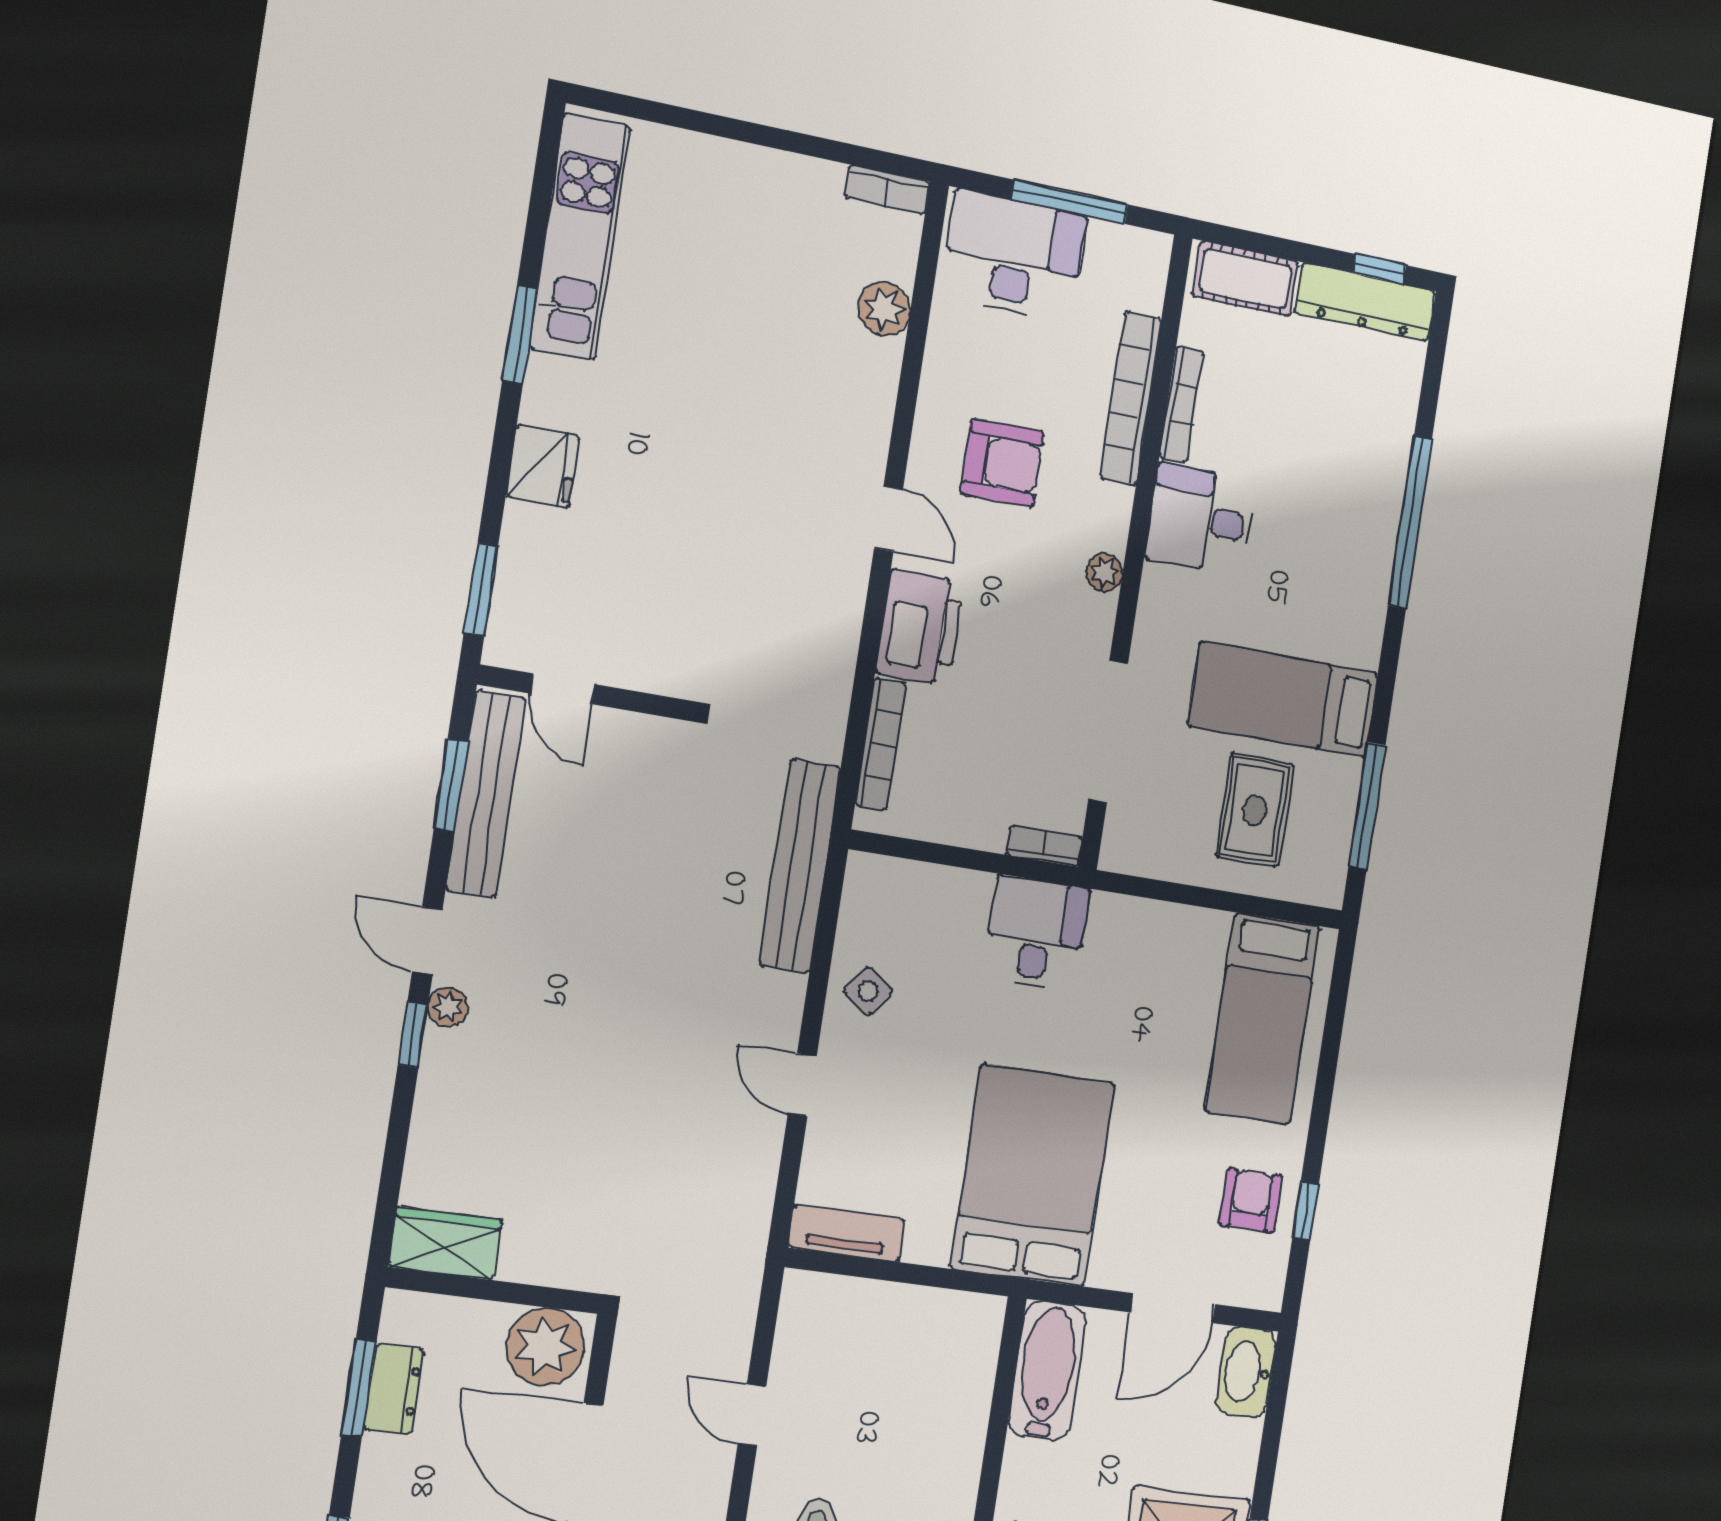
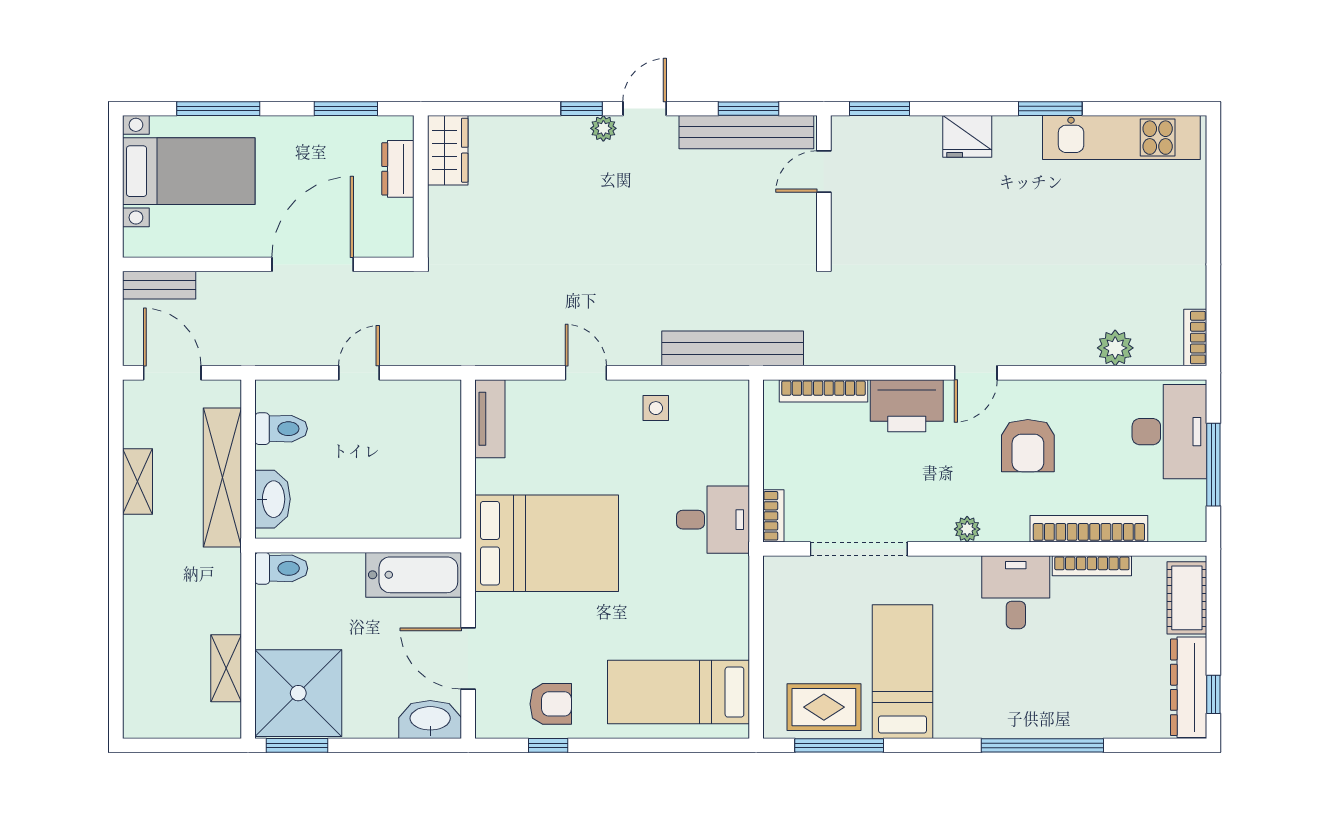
rug: (1255, 810) -> (824, 707), moved
side table: (868, 991) -> (656, 408), turned -37
door: (802, 1085) -> (586, 373), hinge flipped
plant: (545, 1347) -> (388, 226), removed
dresser: (394, 1389) -> (398, 169), moved, turned 90

